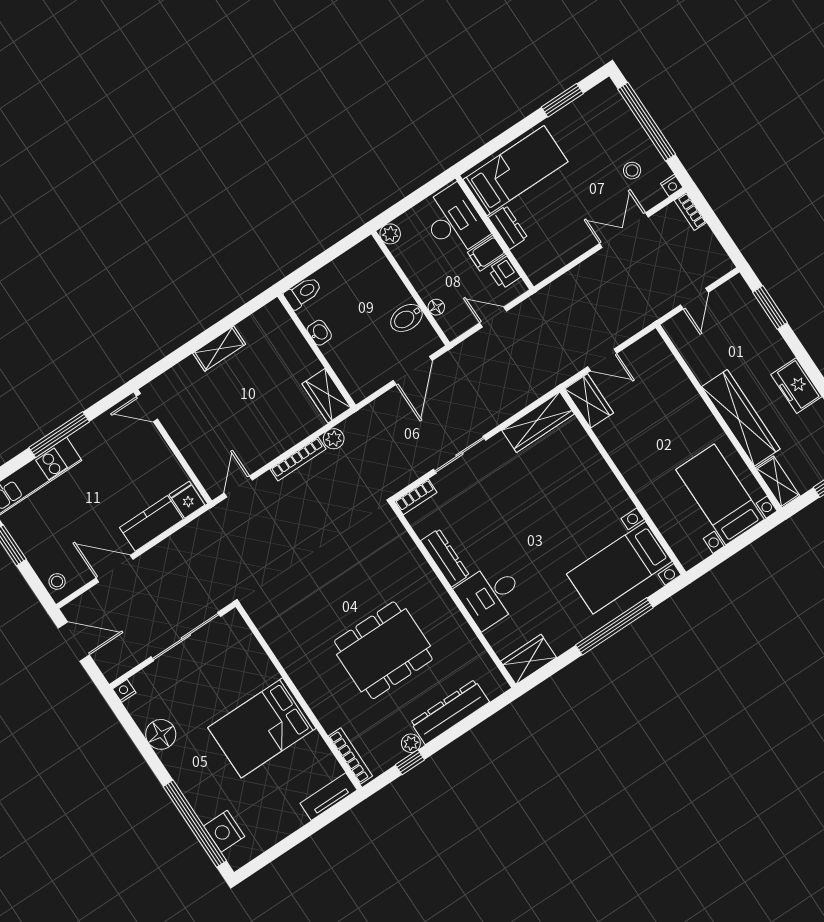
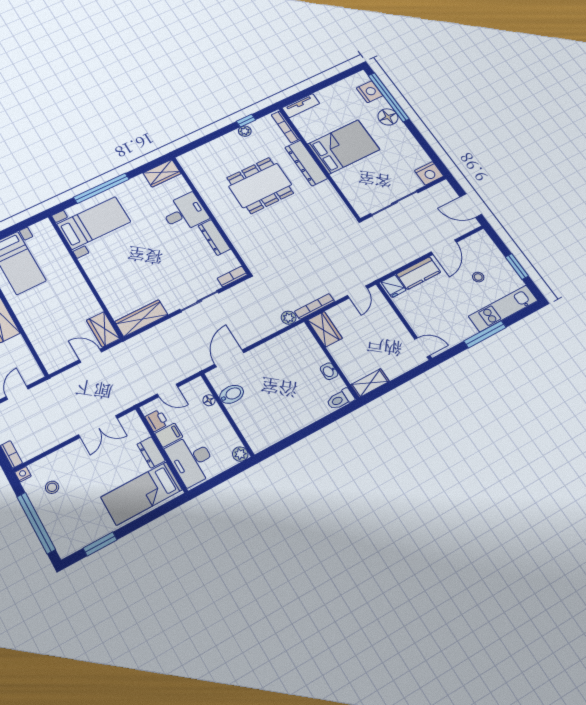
double door: (624, 230) -> (98, 427), moved
toilet: (303, 293) -> (340, 399), moved
washbasin: (319, 333) -> (329, 371), moved
wall: (317, 351) -> (331, 359), moved
wardrobe: (327, 396) -> (325, 329), moved
door: (115, 569) -> (444, 247), hinge flipped
stool: (57, 582) -> (478, 277), moved
nightstand: (124, 691) -> (429, 173), width x1.89, depth x1.79
dresser: (450, 712) -> (306, 163), moved, turned 90
floor lamp: (161, 734) -> (388, 117), moved

